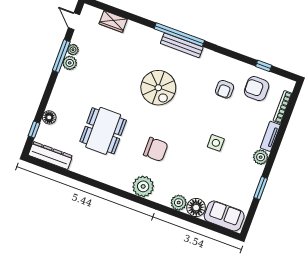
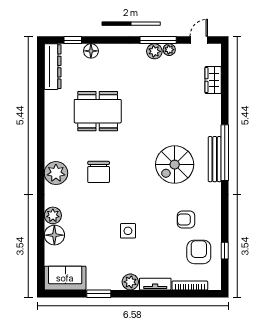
spiral stairs: (158, 88) -> (175, 165), moved
sofa: (224, 216) -> (65, 278), moved, turned -90

